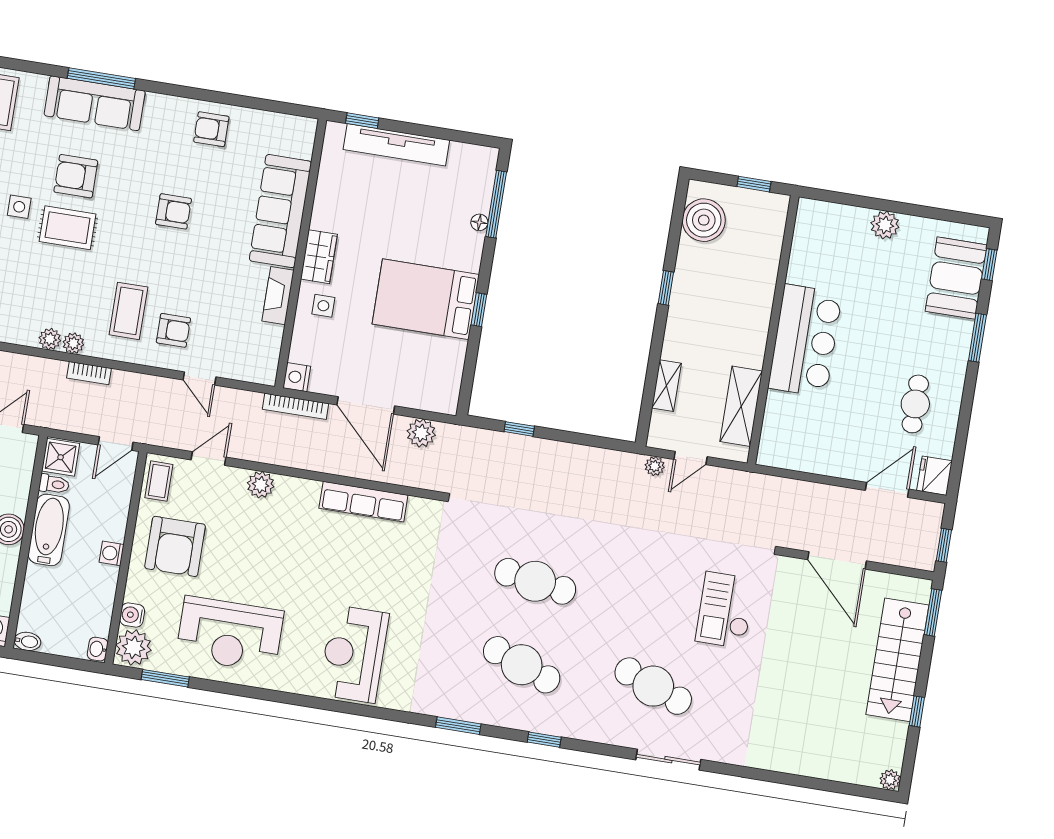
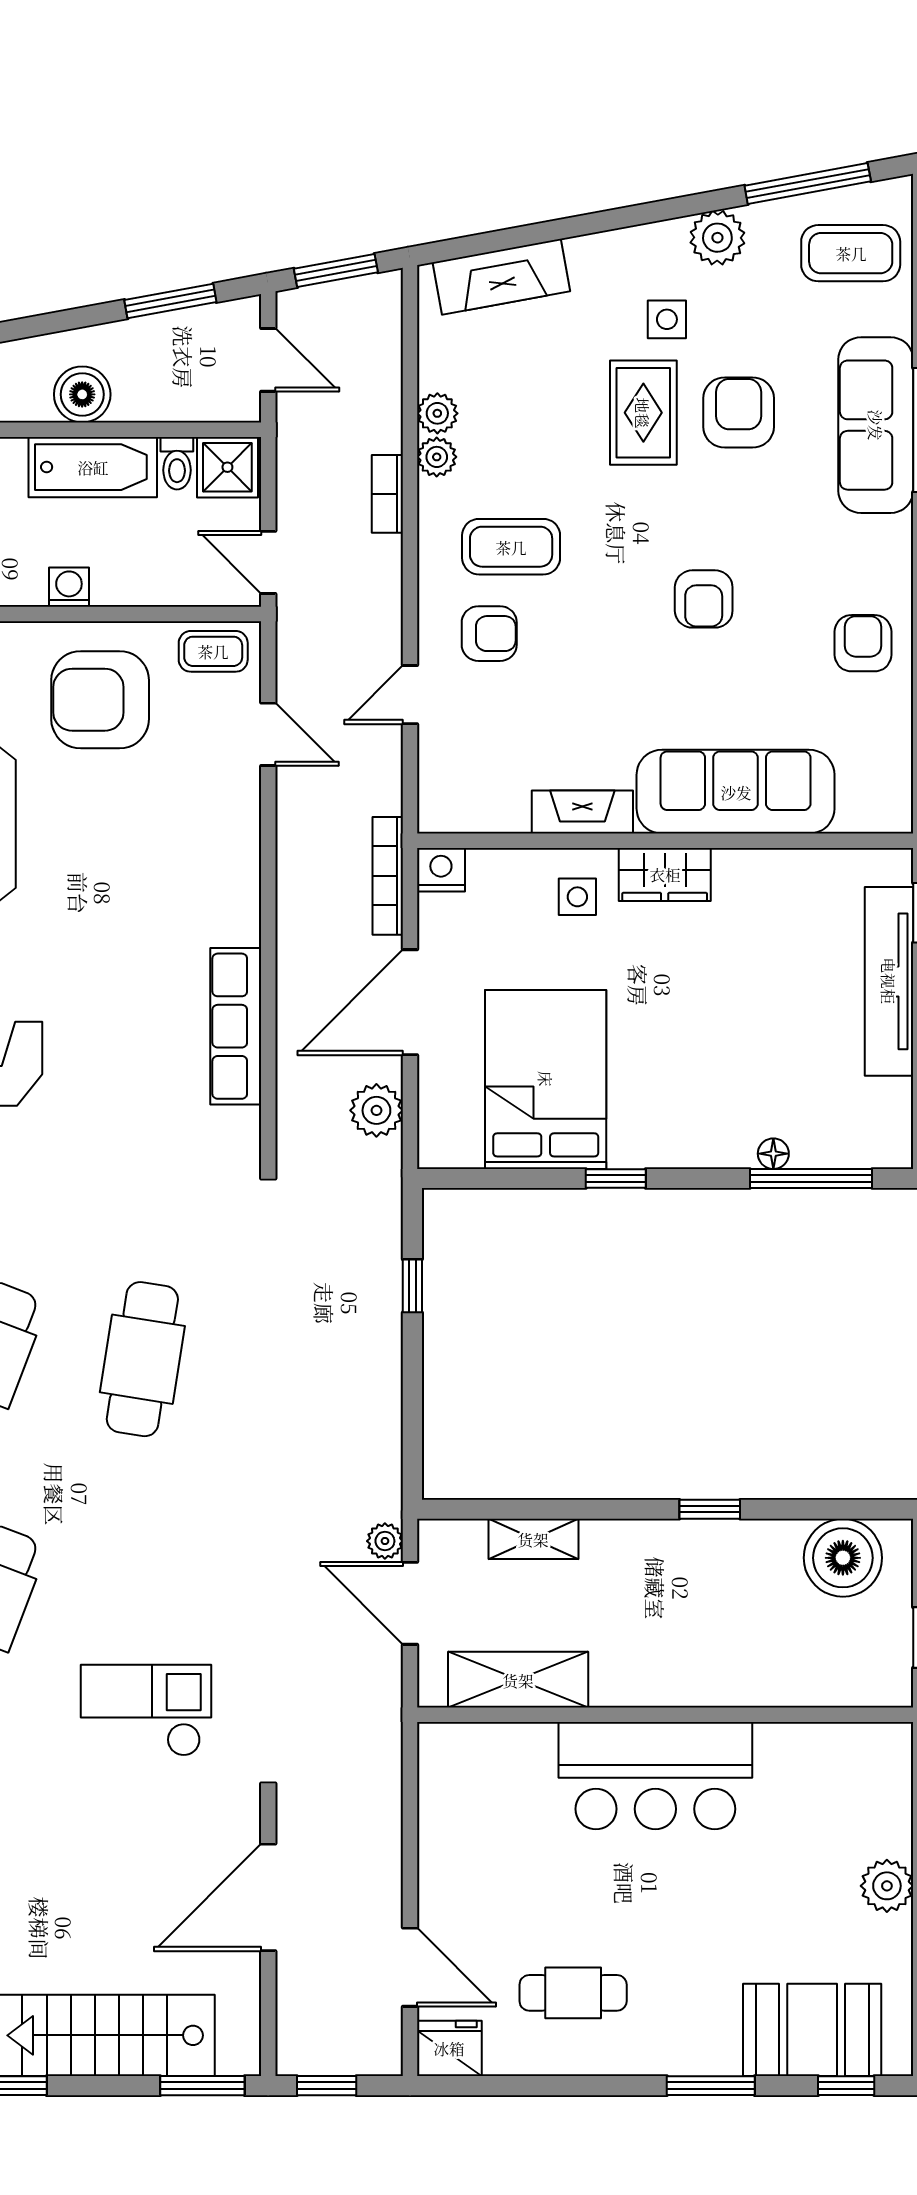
bed: (426, 299) -> (546, 1079), moved
armchair: (173, 330) -> (489, 634), turned -90
door: (690, 458) -> (410, 1603), width x1.38
plant: (261, 485) -> (236, 836), removed

